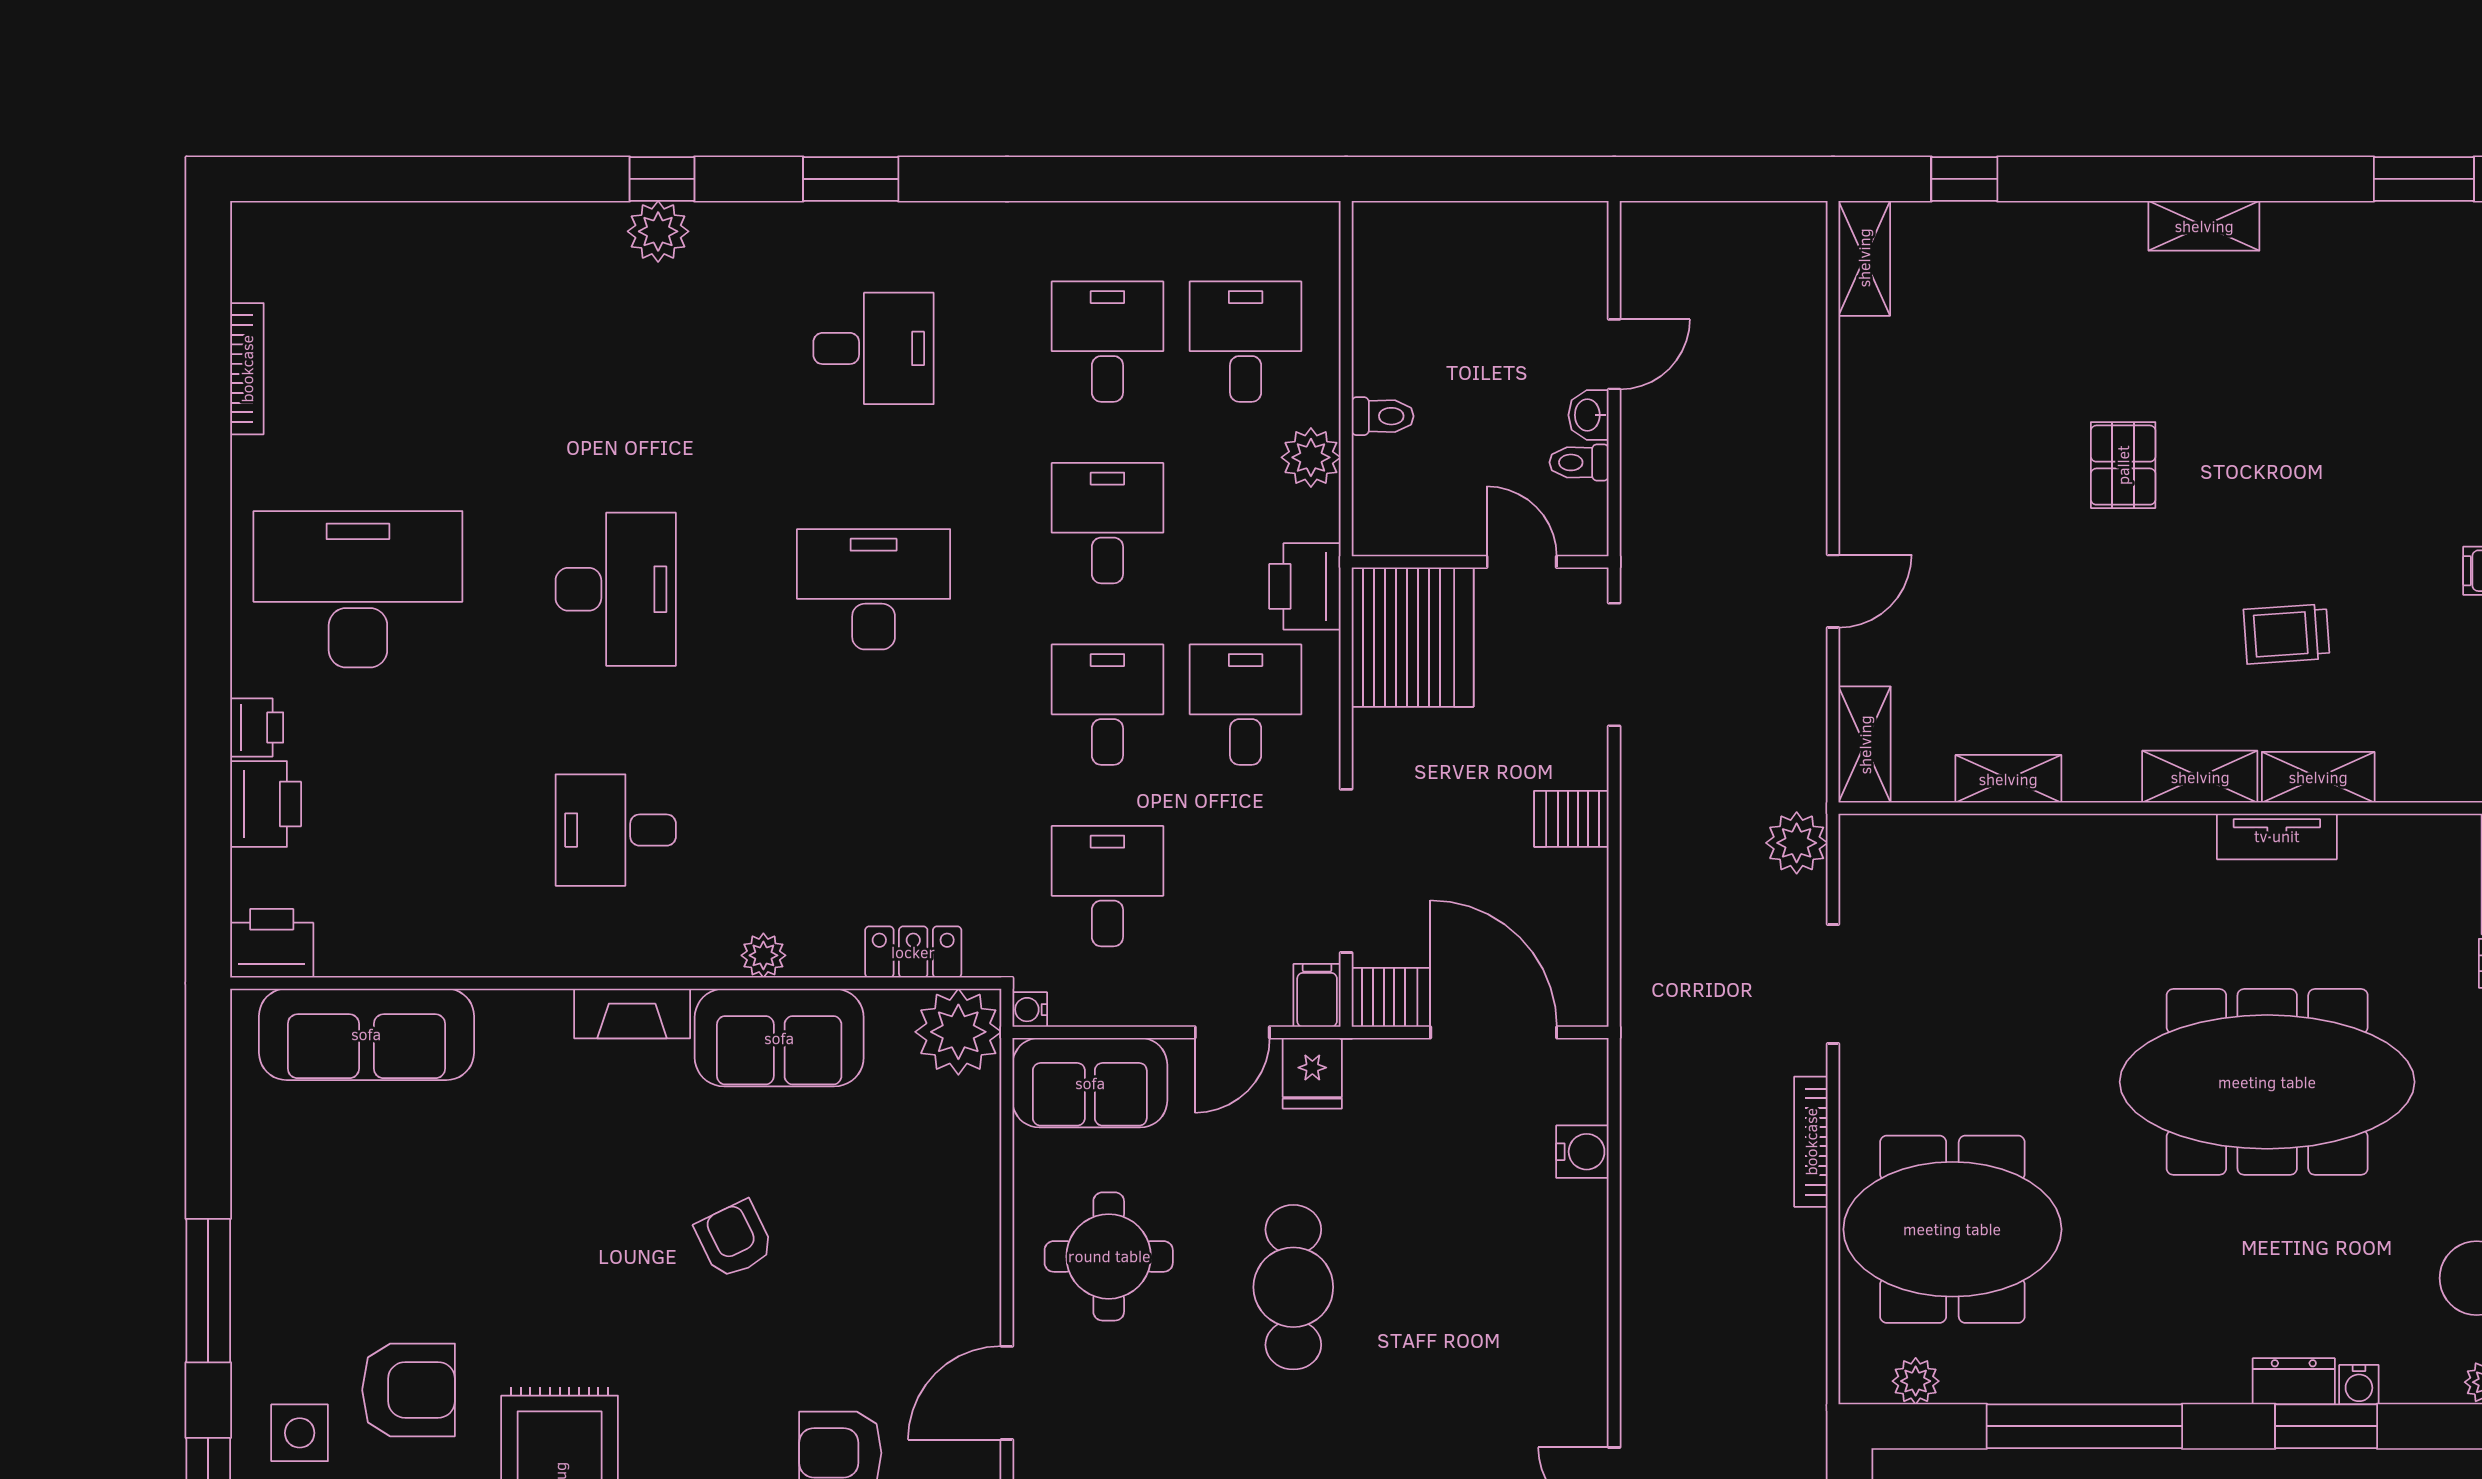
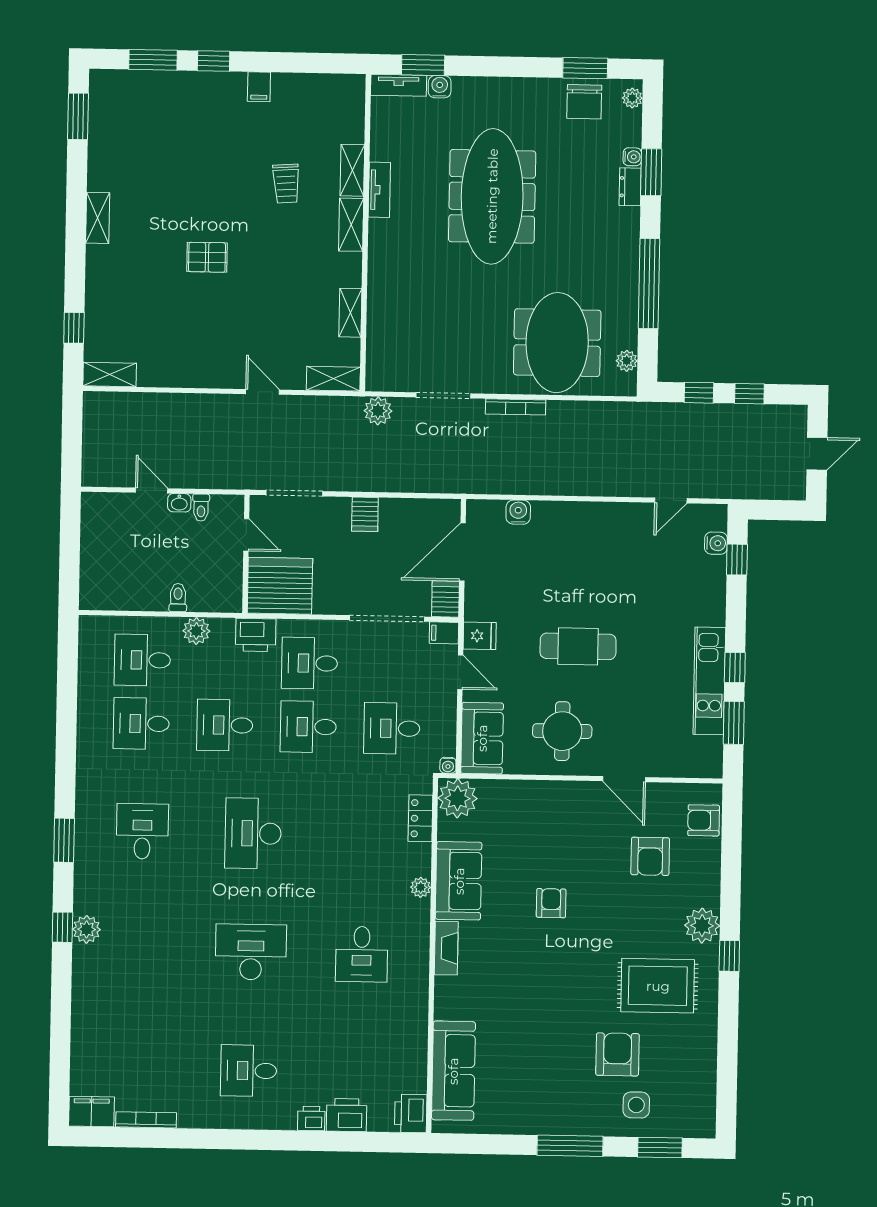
filing cabinet: (263, 250) -> (91, 1111), added
door: (1522, 562) -> (246, 535), swing flipped
desk: (358, 589) -> (249, 1071), width x0.53, depth x0.77
armchair: (734, 1239) -> (551, 903), turned 116

